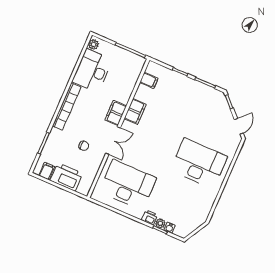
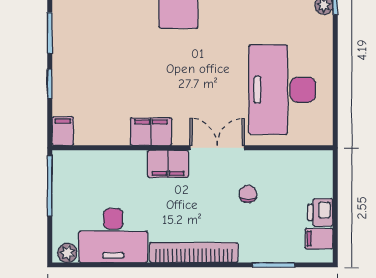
filing cabinet: (149, 80) -> (63, 131), moved
printer: (66, 177) -> (320, 212), width x0.53, depth x0.68
printer: (149, 217) -> (322, 28), removed

